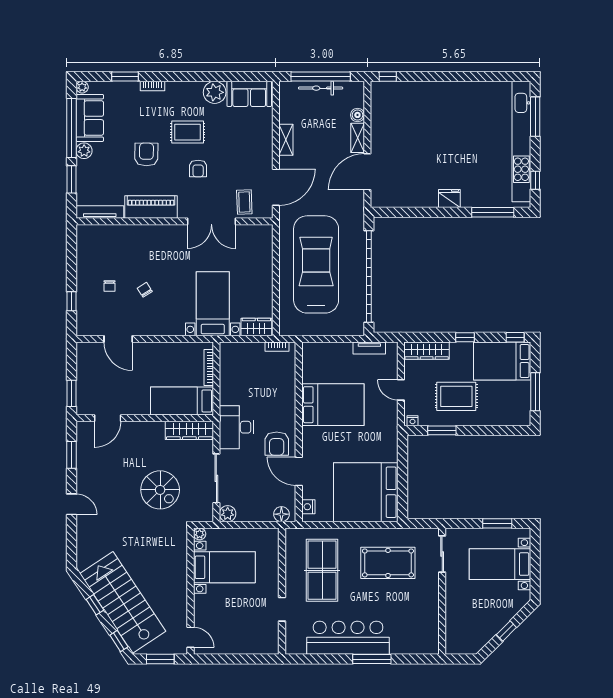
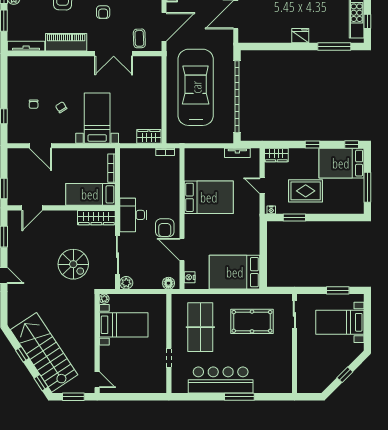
bed with nightstands: (213, 304) -> (97, 118), moved
wardrobe: (427, 351) -> (276, 155), width x0.67
bed: (366, 492) -> (235, 272), width x0.73

